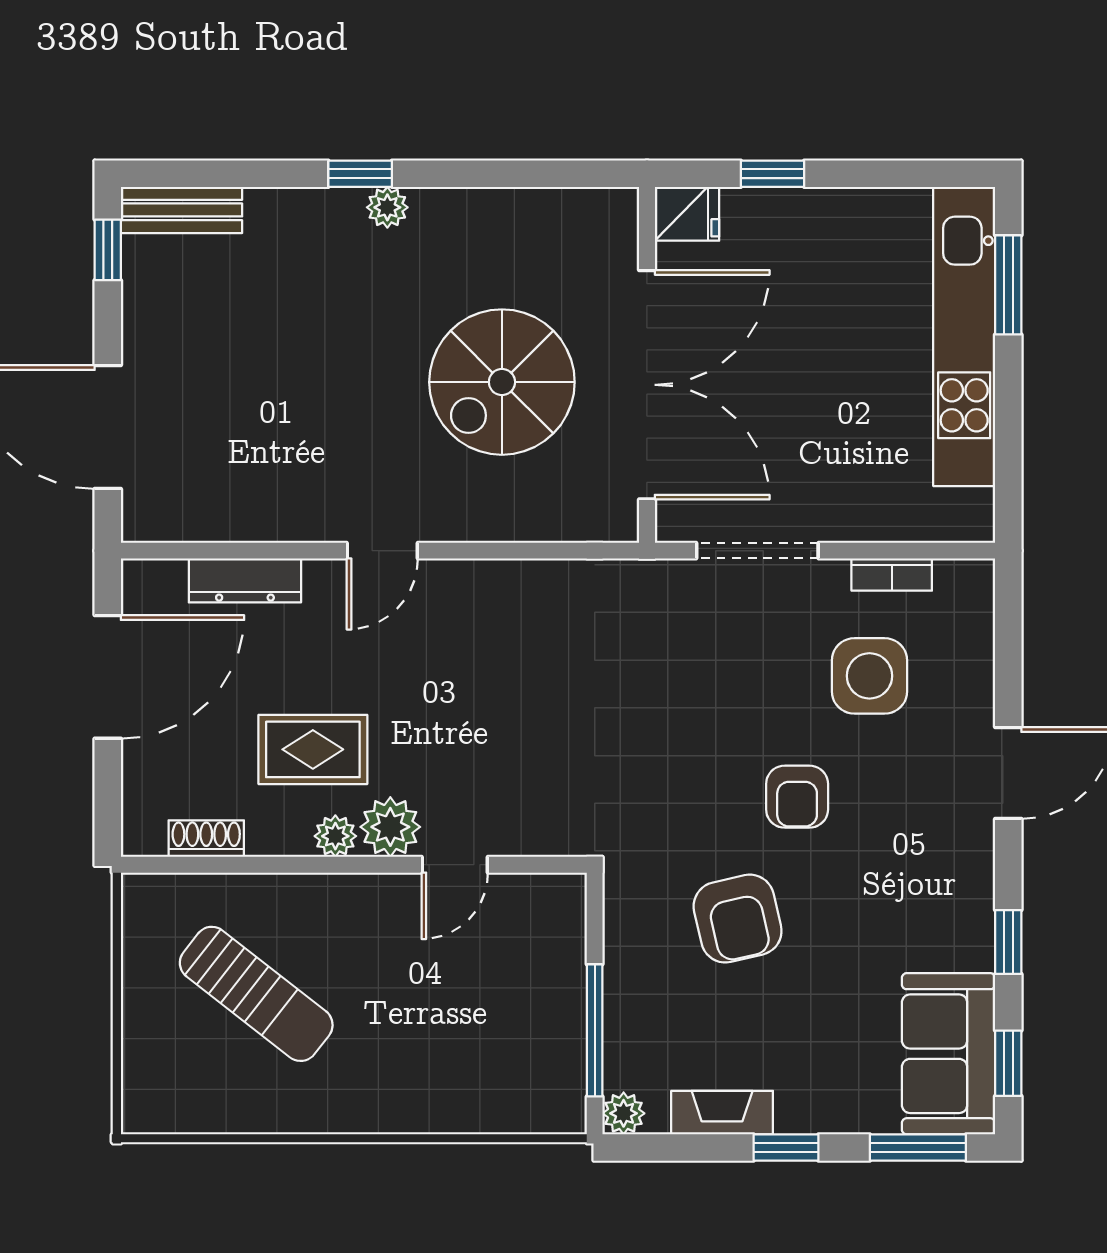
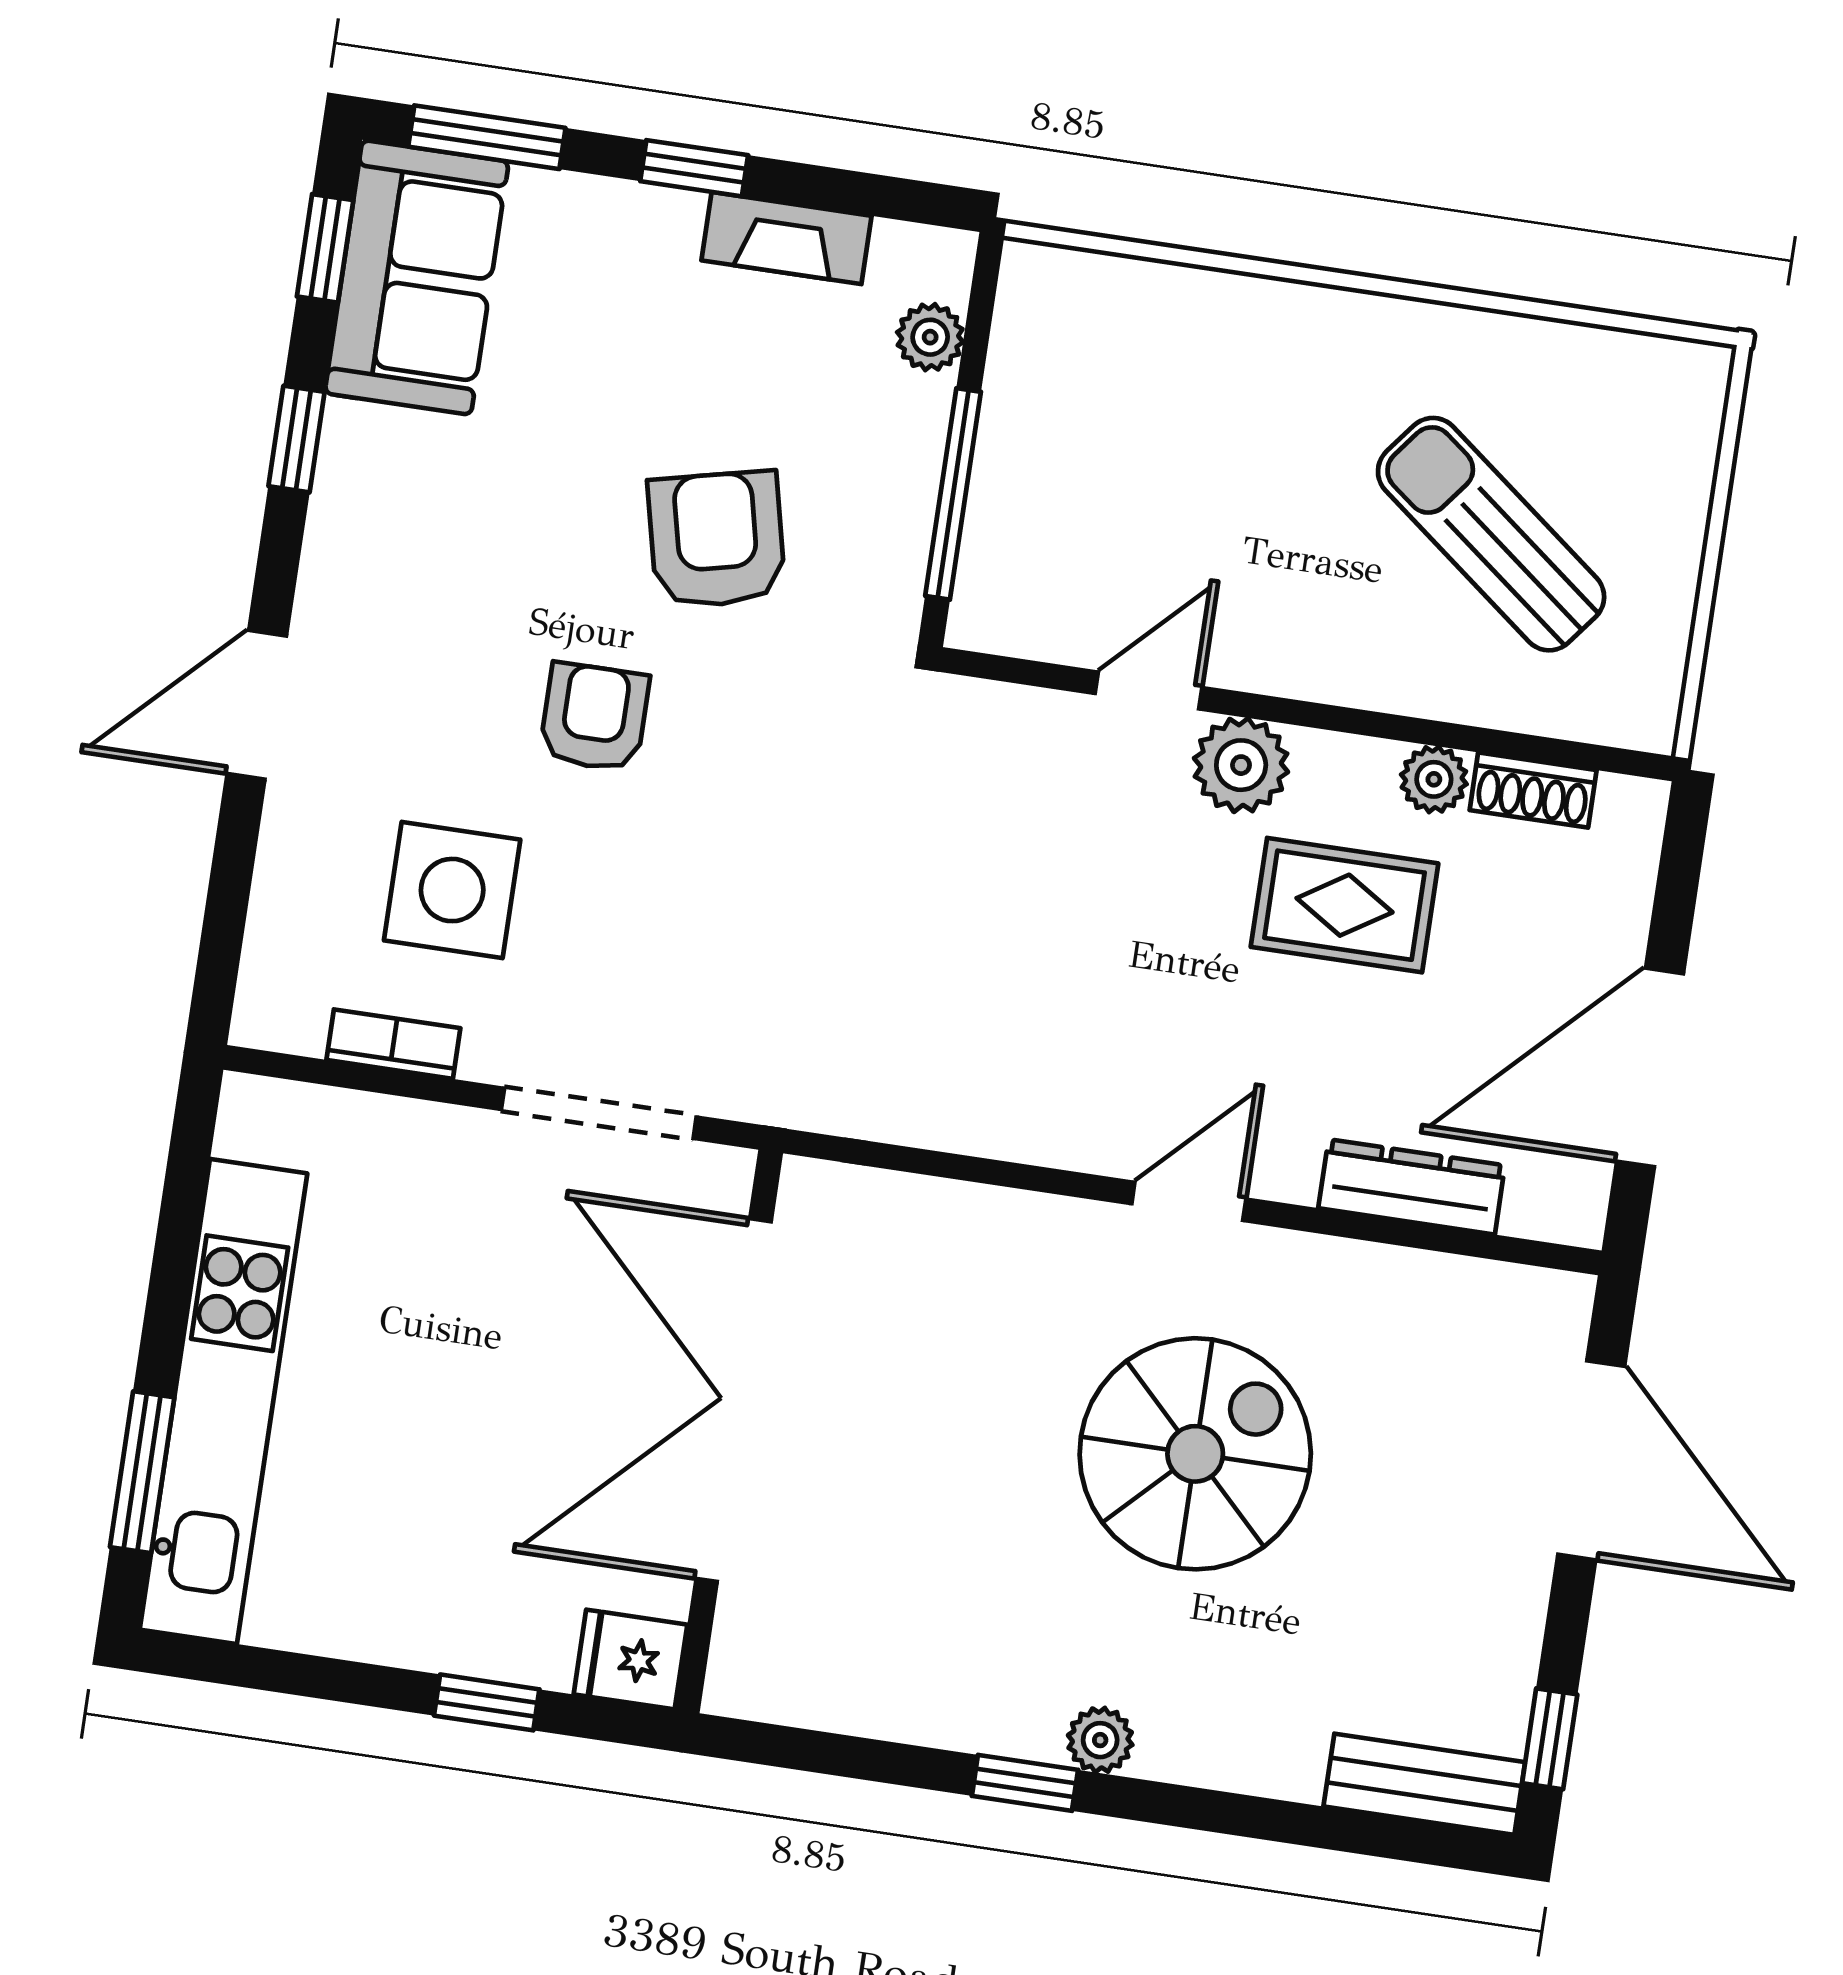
window: (360, 174) -> (1025, 1783), moved
spiral stairs: (502, 382) -> (1195, 1454), moved
plant: (335, 836) -> (1434, 779), moved
window: (595, 1030) -> (953, 494), moved
plant: (624, 1113) -> (930, 337), moved

